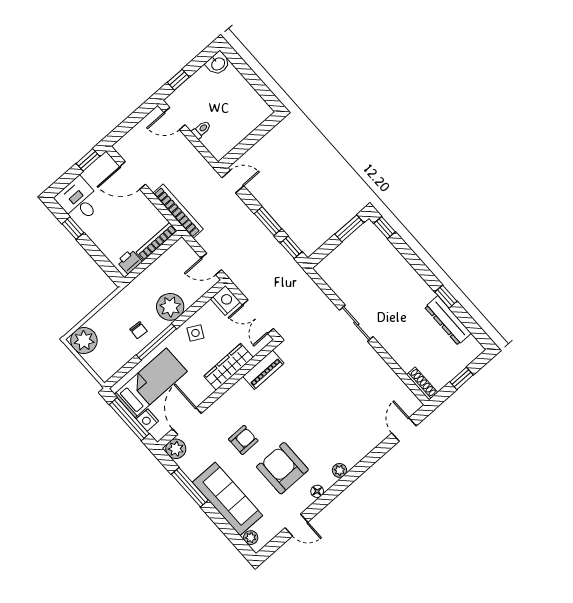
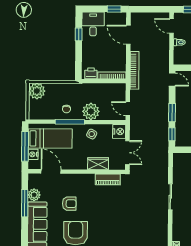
double door: (258, 317) -> (127, 153), swing flipped
wardrobe: (228, 367) -> (98, 164), width x0.67
door: (187, 421) -> (51, 171), hinge flipped
plant: (176, 449) -> (34, 195), moved

